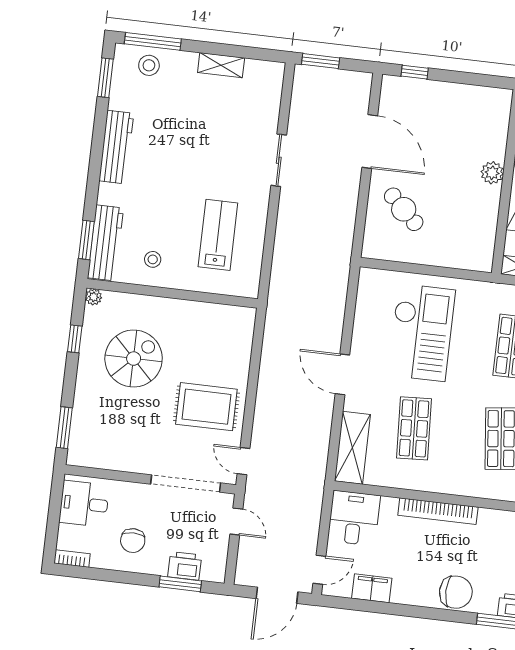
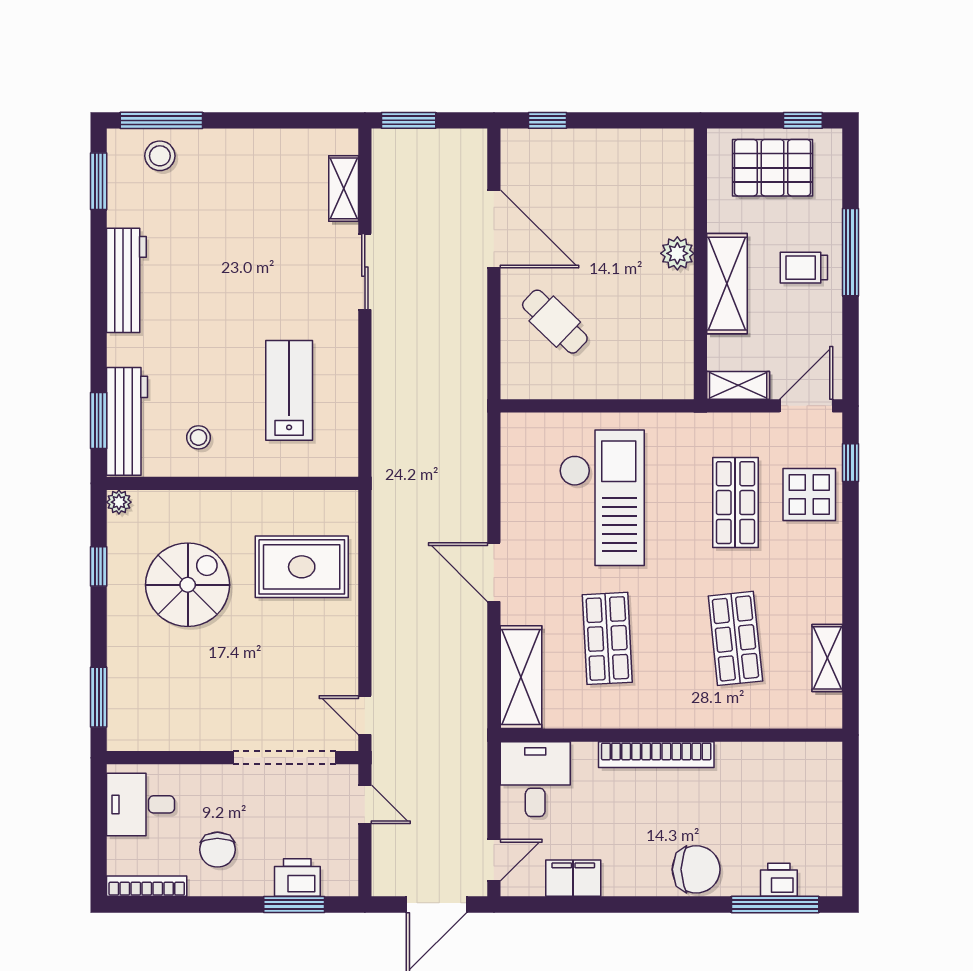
shelving: (221, 65) -> (344, 188), moved, turned 90
rug: (206, 407) -> (302, 567), moved
bookcase: (72, 559) -> (147, 886), width x1.56

